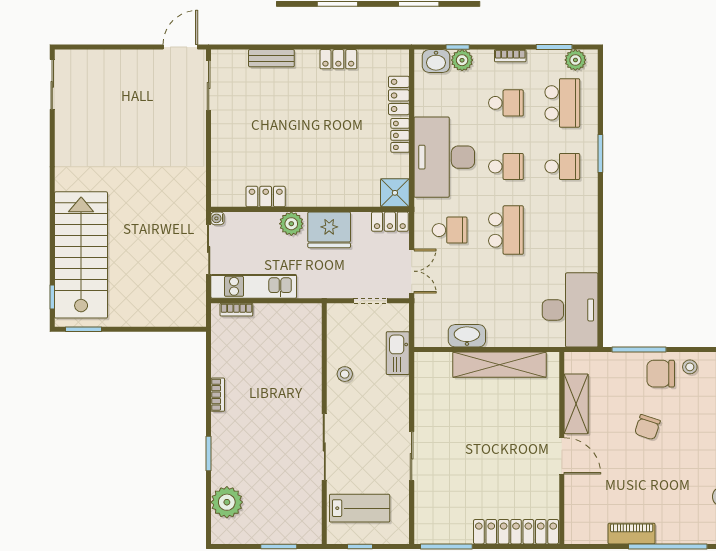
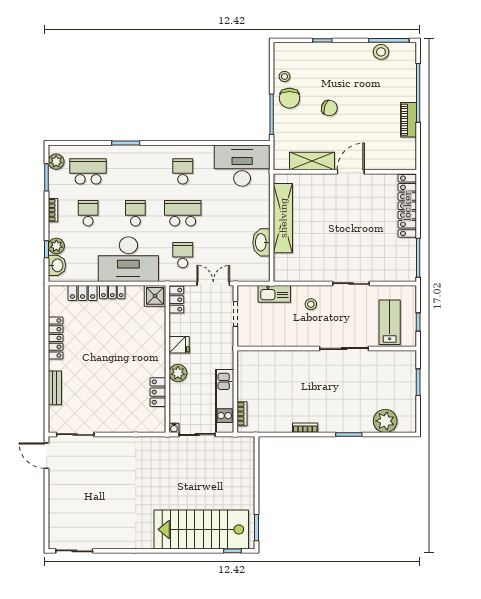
locker: (338, 59) -> (56, 338), width x1.53
school desk: (562, 166) -> (183, 171), moved
fridge: (329, 230) -> (179, 345), width x0.53, depth x0.75
stool: (345, 374) -> (311, 304), moved

